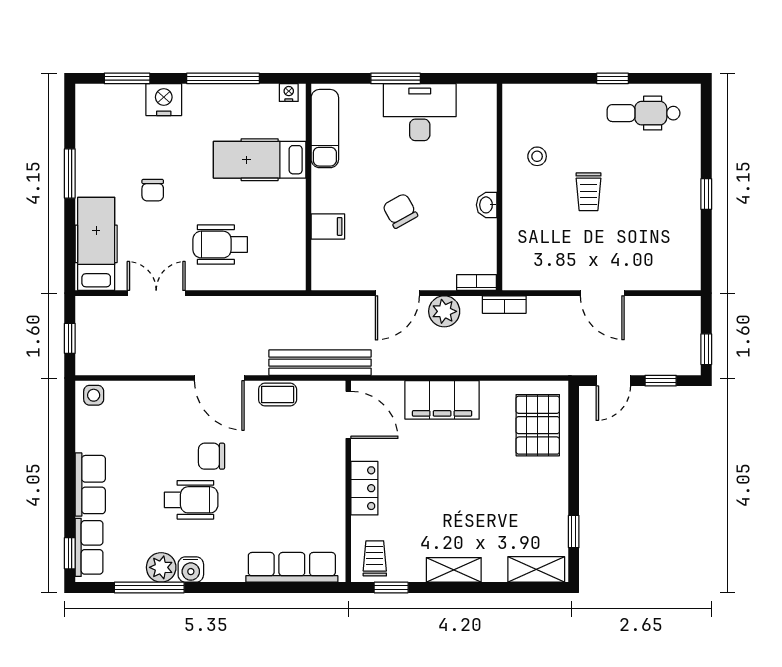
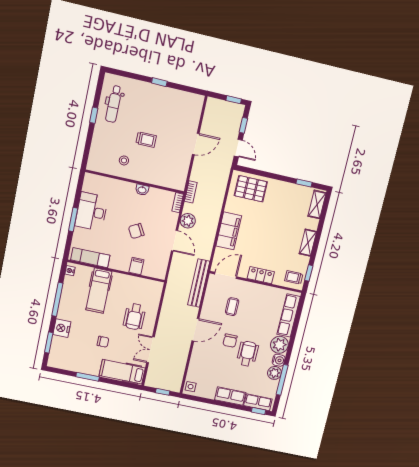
coffee table: (278, 394) -> (232, 307), moved
plant: (225, 563) -> (279, 345), added

